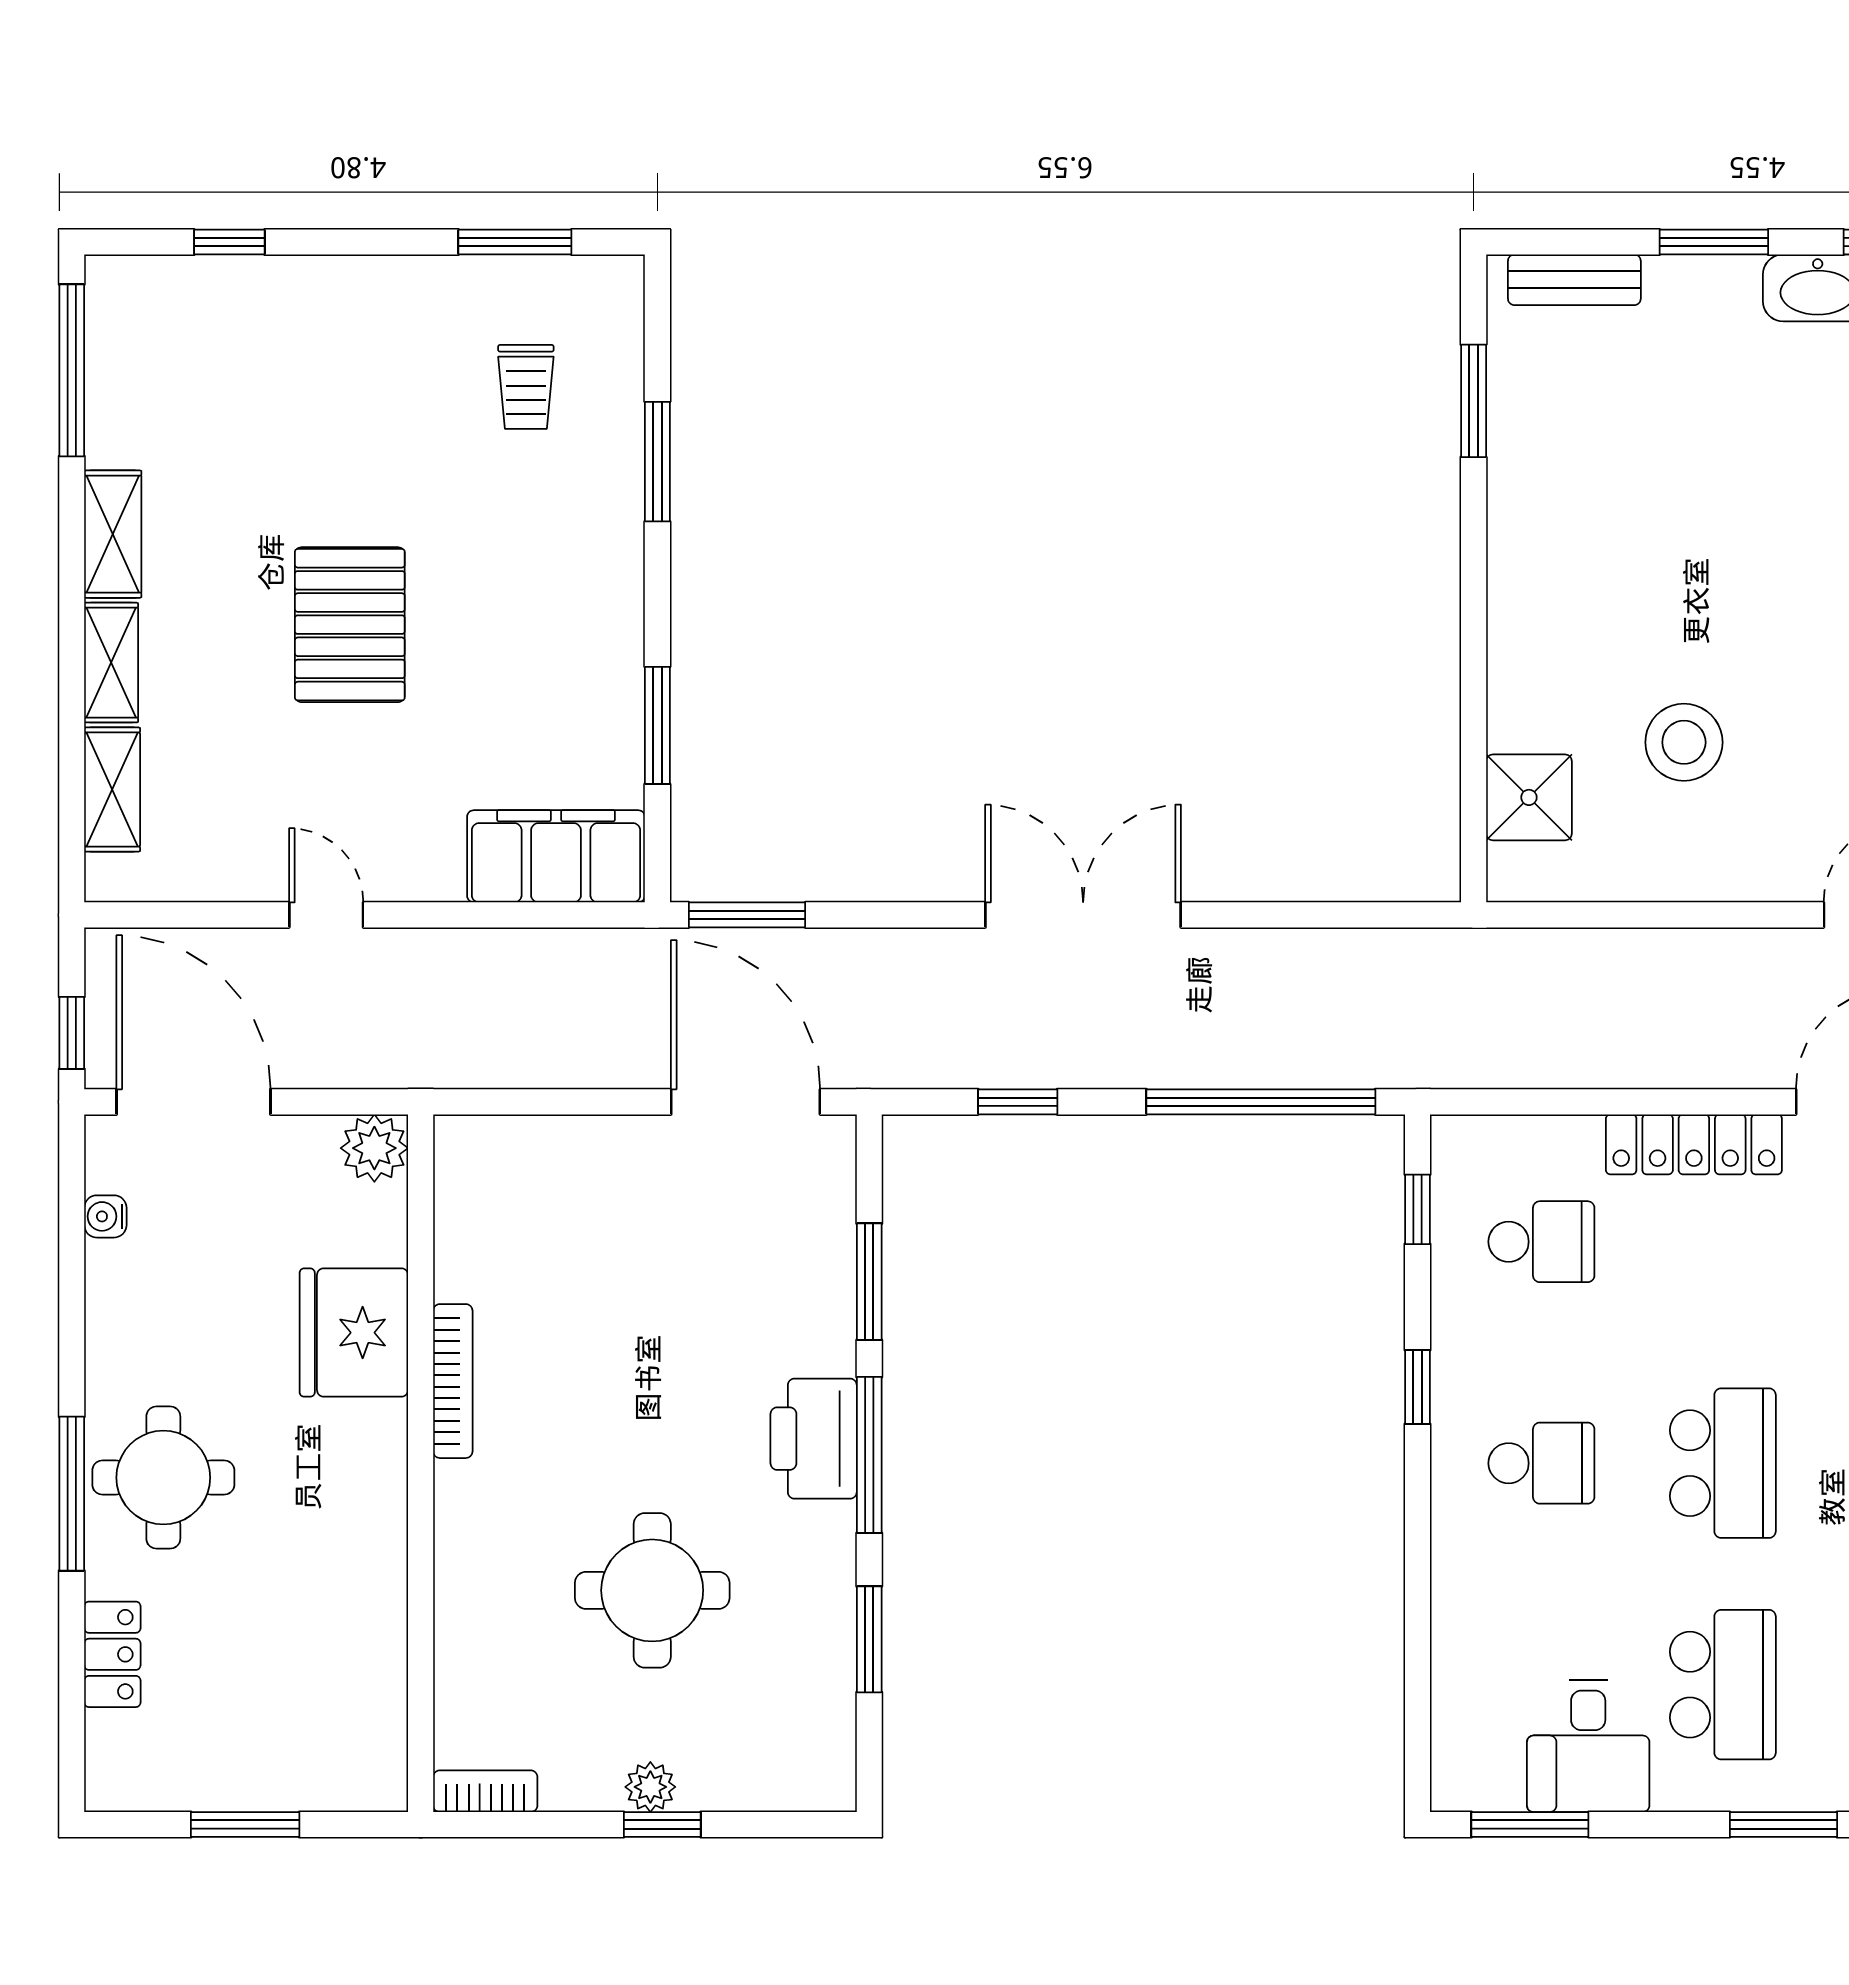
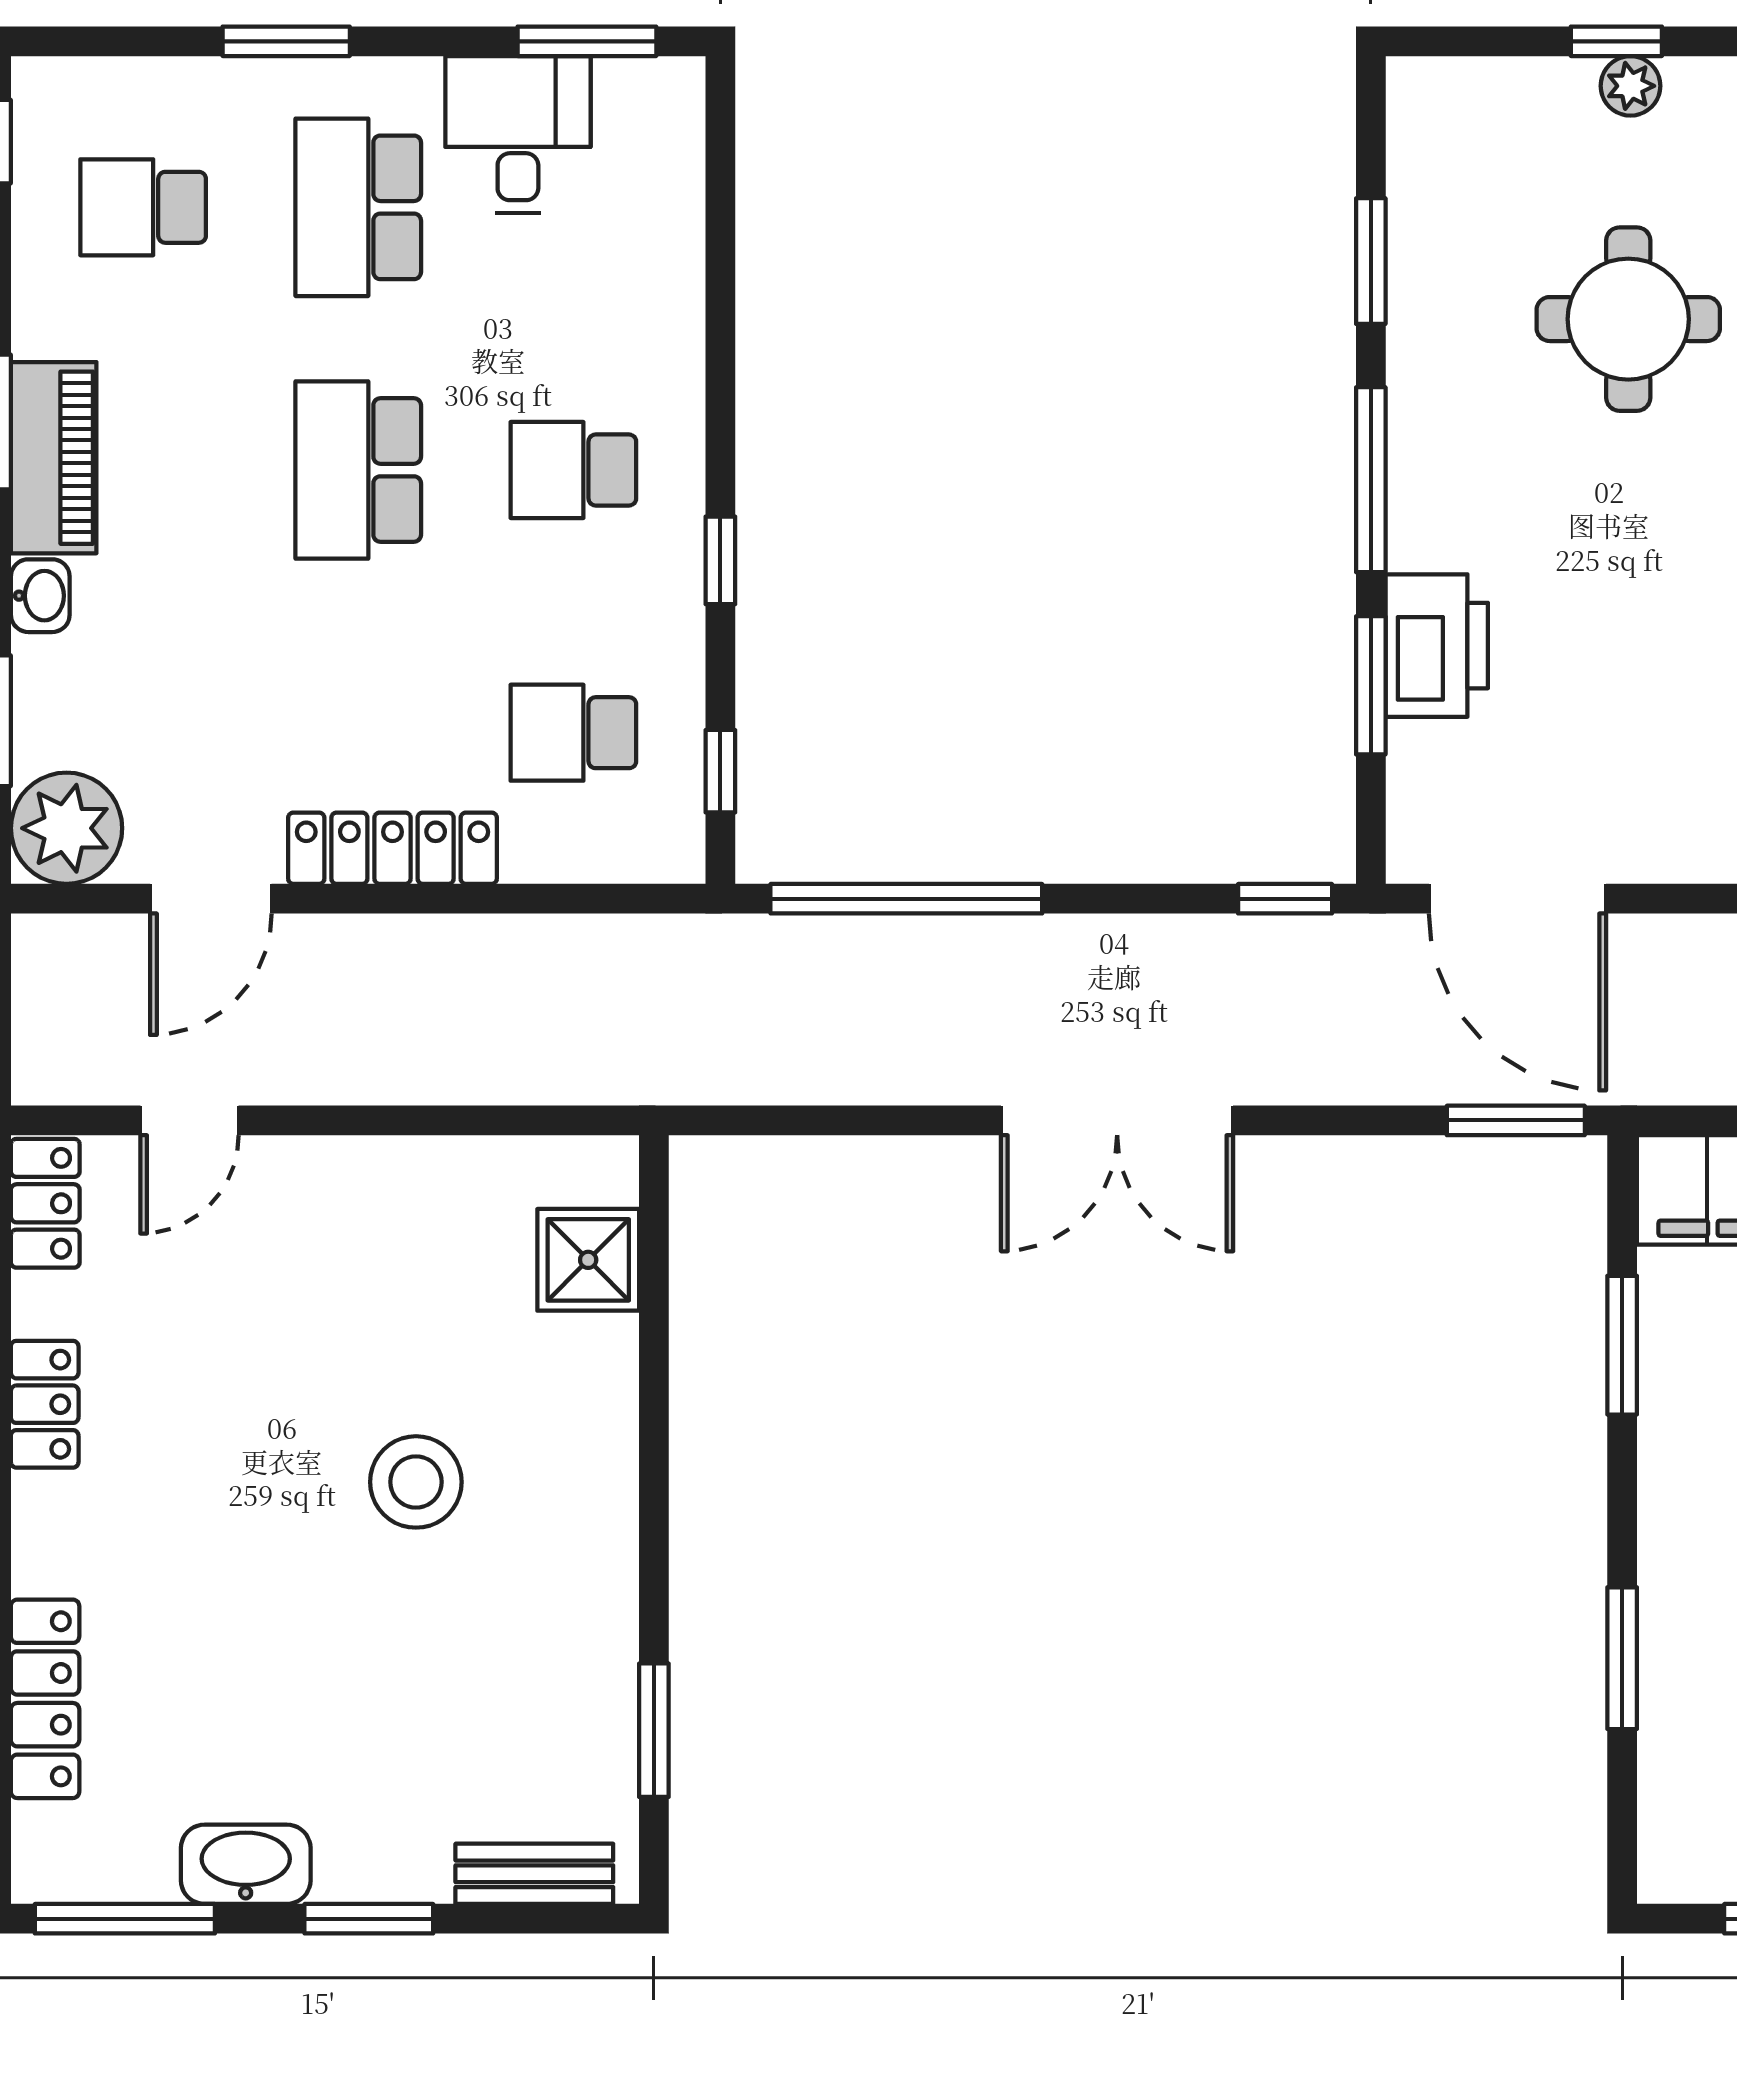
stool: (1684, 742) -> (416, 1482), moved
window: (1018, 1102) -> (1285, 899), moved
printer: (814, 1439) -> (1437, 646), moved

